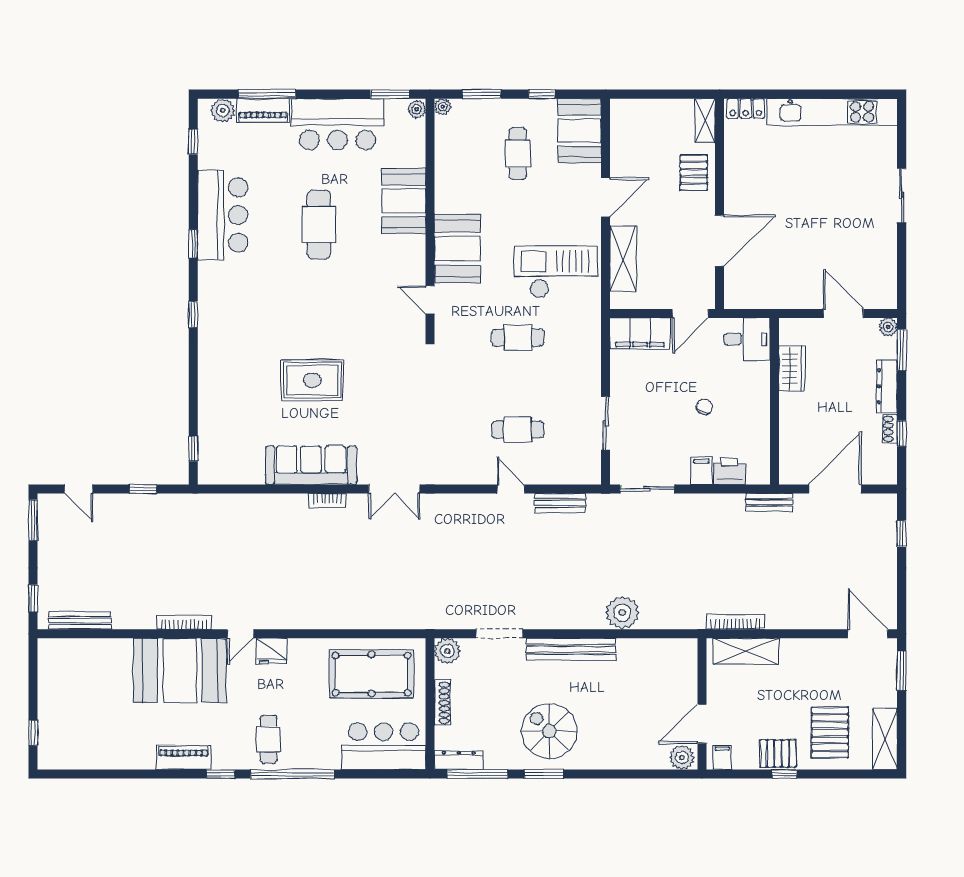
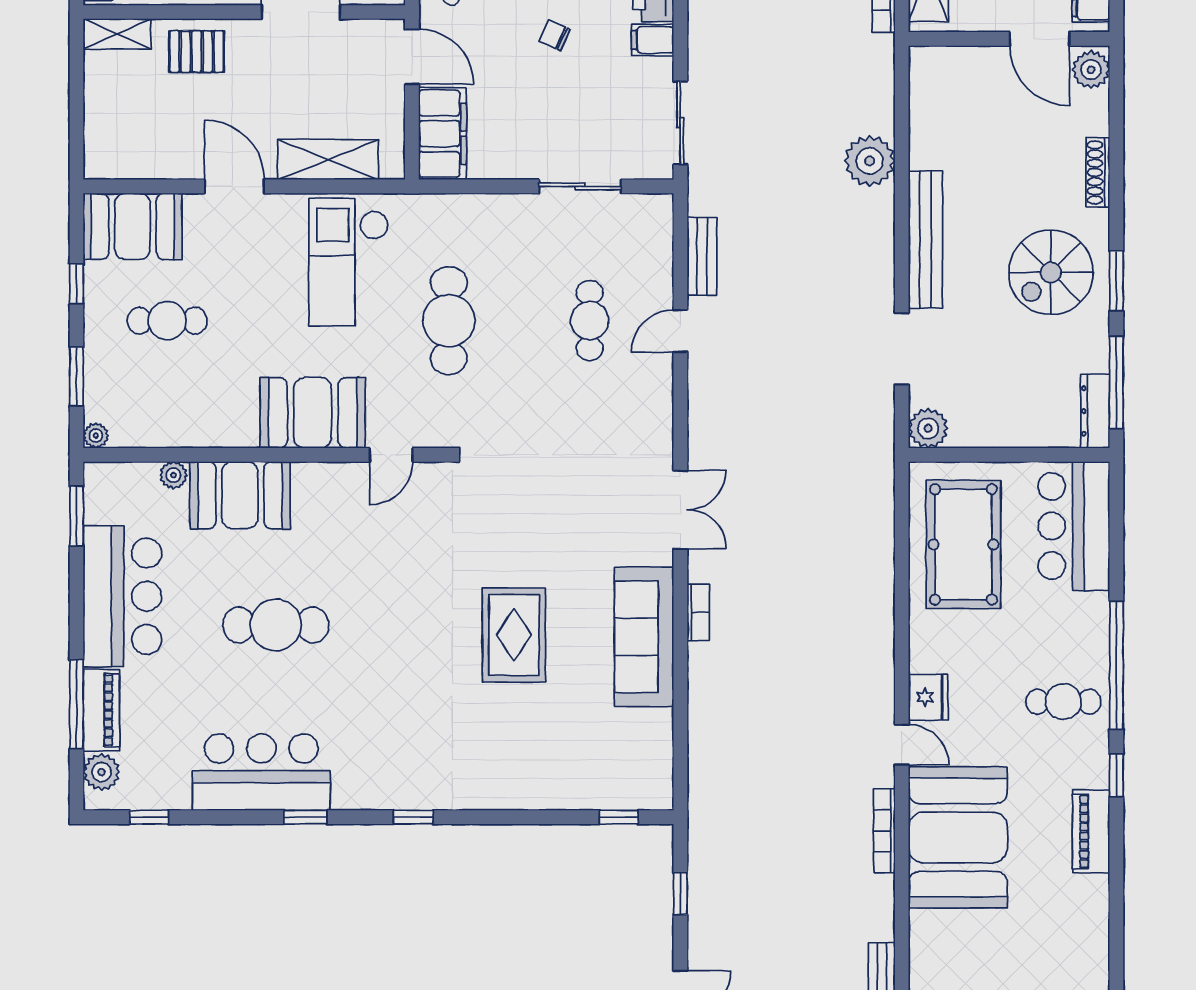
plant: (417, 109) -> (173, 475), moved
cafe table: (518, 338) -> (449, 321), width x1.37, depth x1.35
shoe rack: (442, 703) -> (1098, 172), moved, turned -90

